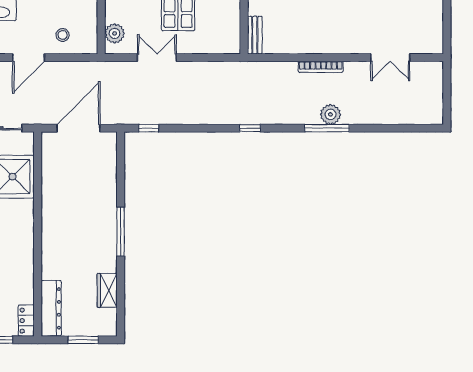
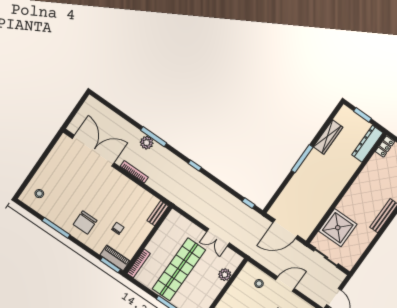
plant: (115, 33) -> (225, 275), moved
double door: (390, 58) -> (93, 151), width x1.87
wardrobe: (107, 290) -> (328, 137), width x1.50

